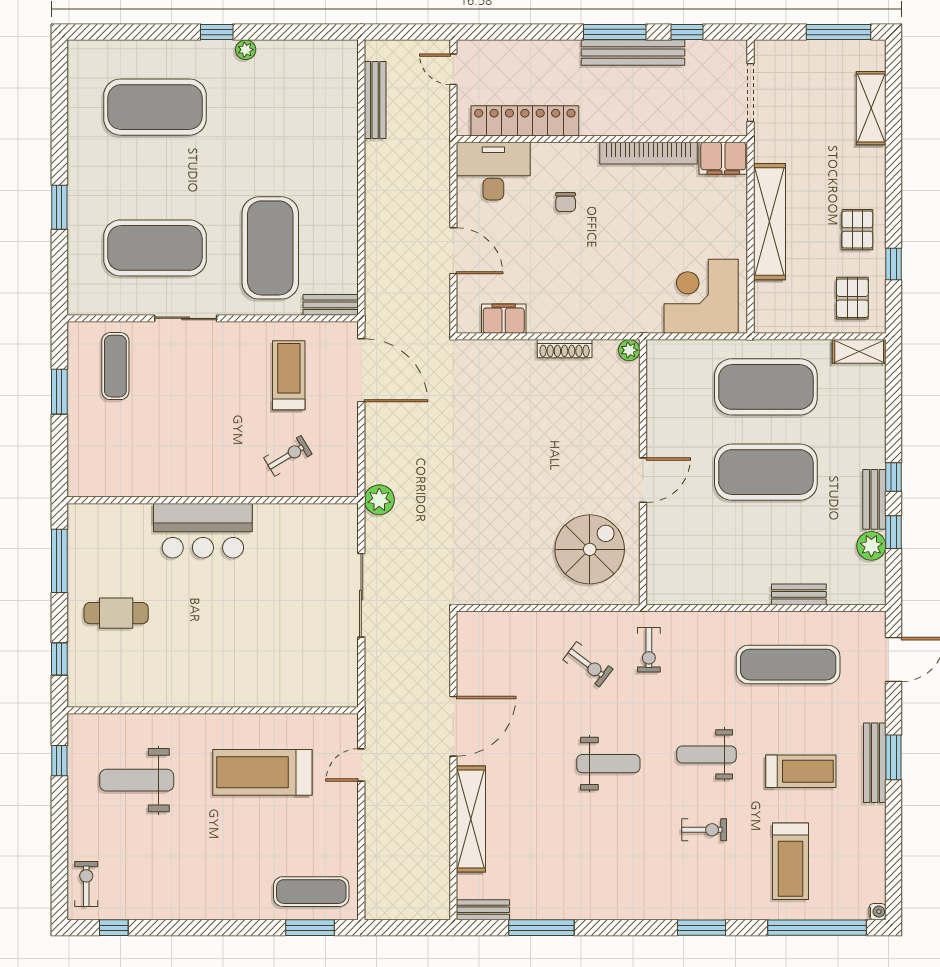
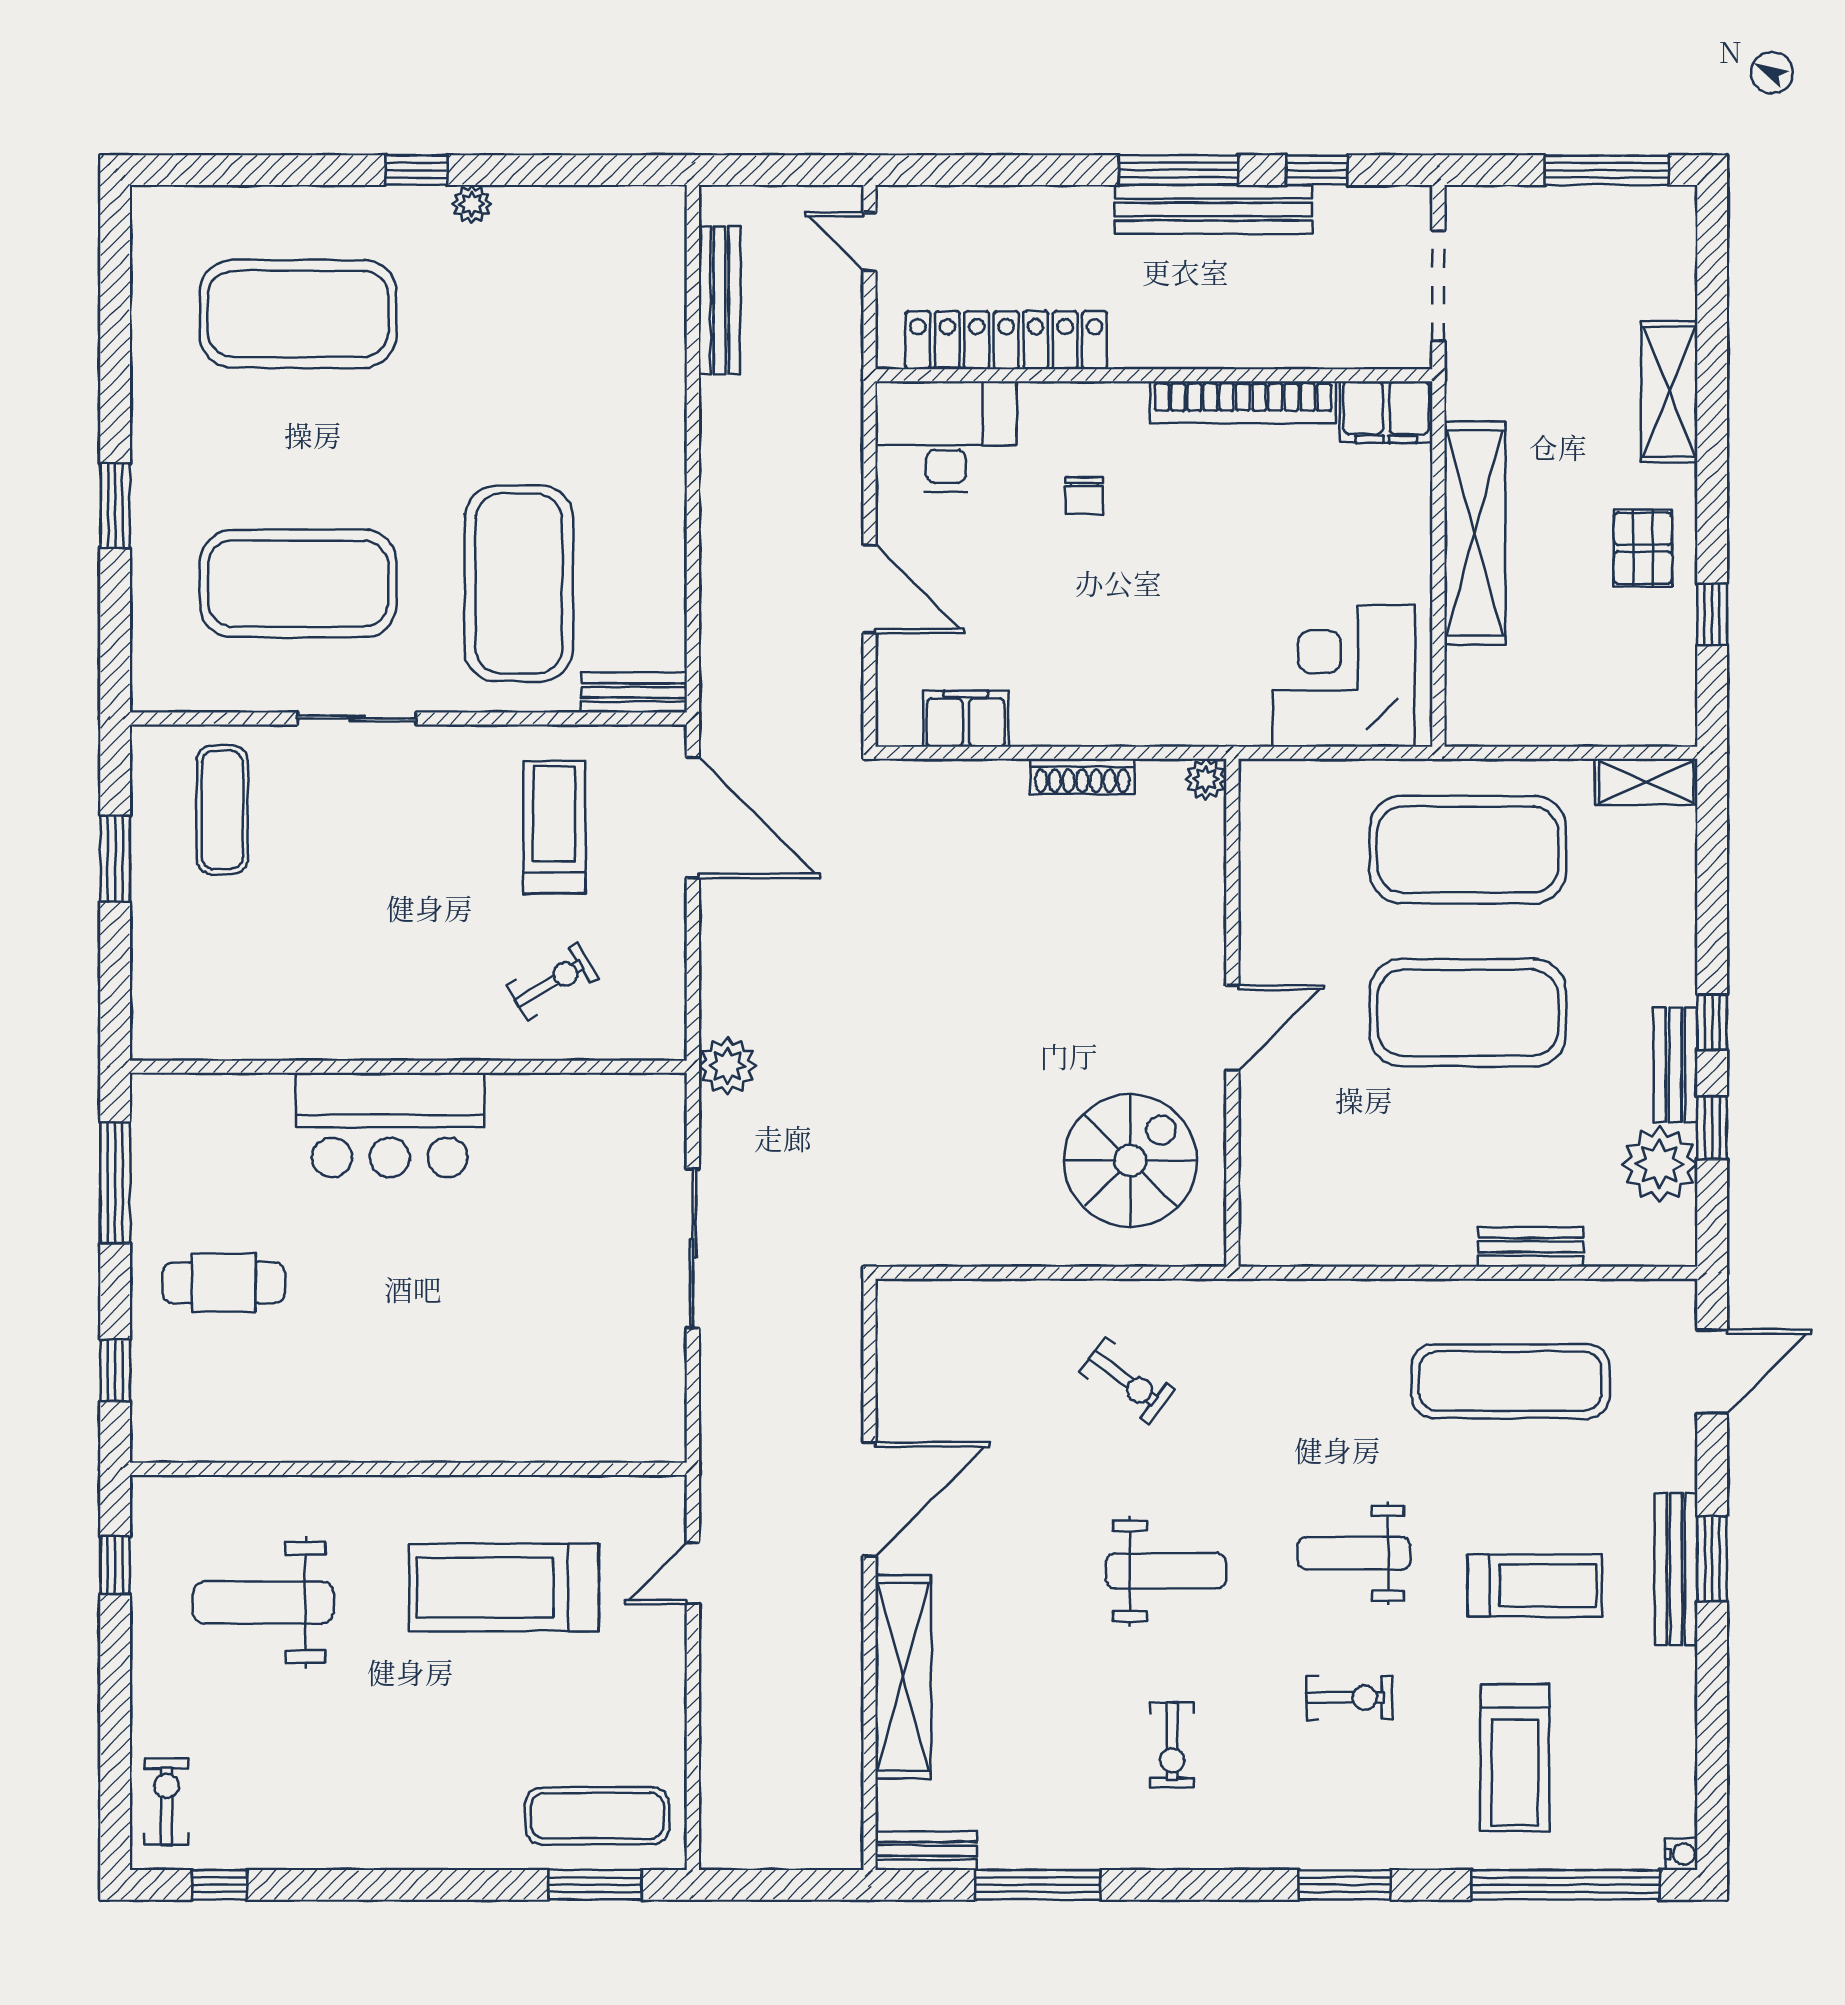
shelving: (871, 108) -> (1669, 392), moved
pallet: (852, 298) -> (1633, 680), removed
plant: (871, 546) -> (1659, 1164), width x1.36, depth x1.36
exercise bike: (649, 650) -> (1172, 1745), moved

